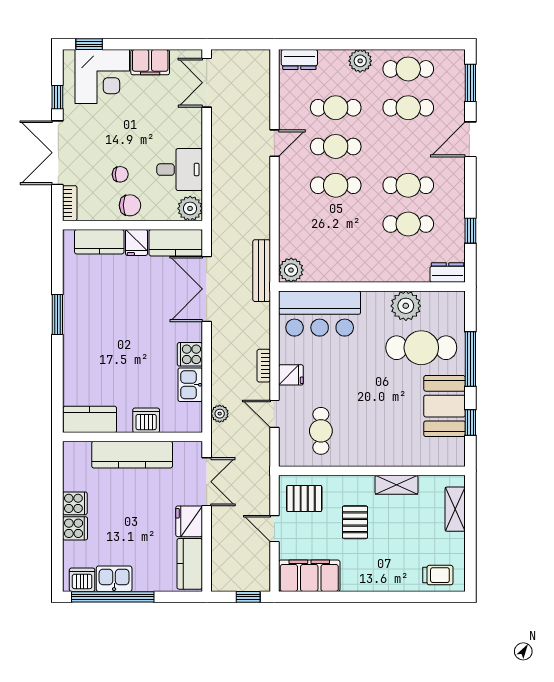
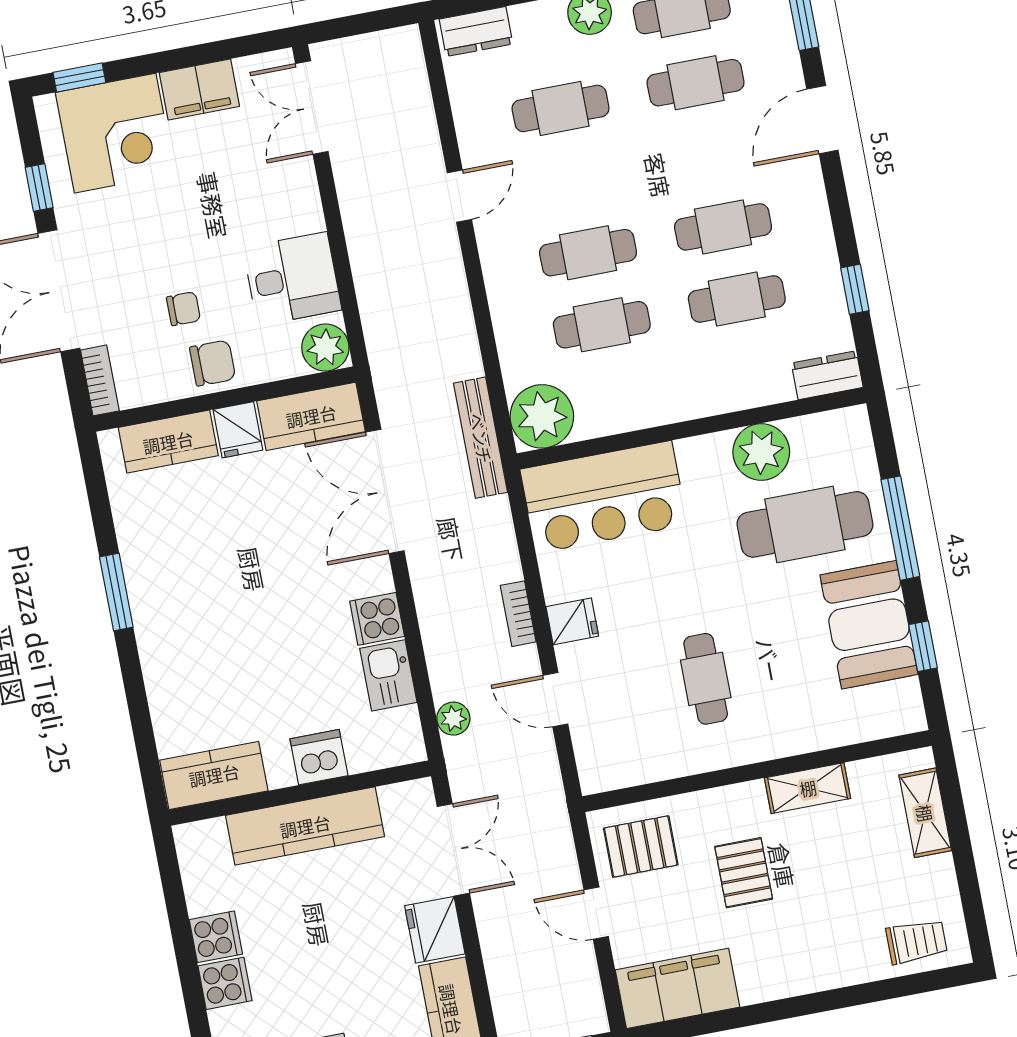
cafe table: (336, 146) -> (602, 325), moved
plant: (291, 270) -> (542, 416), width x1.36, depth x1.36
cafe table: (321, 431) -> (706, 679), moved

